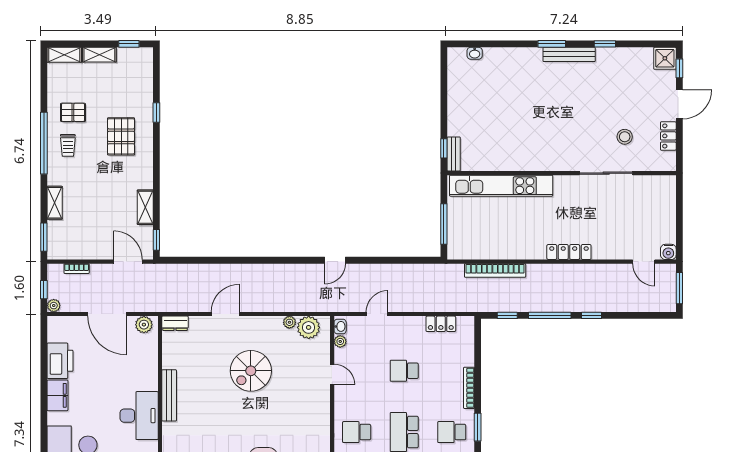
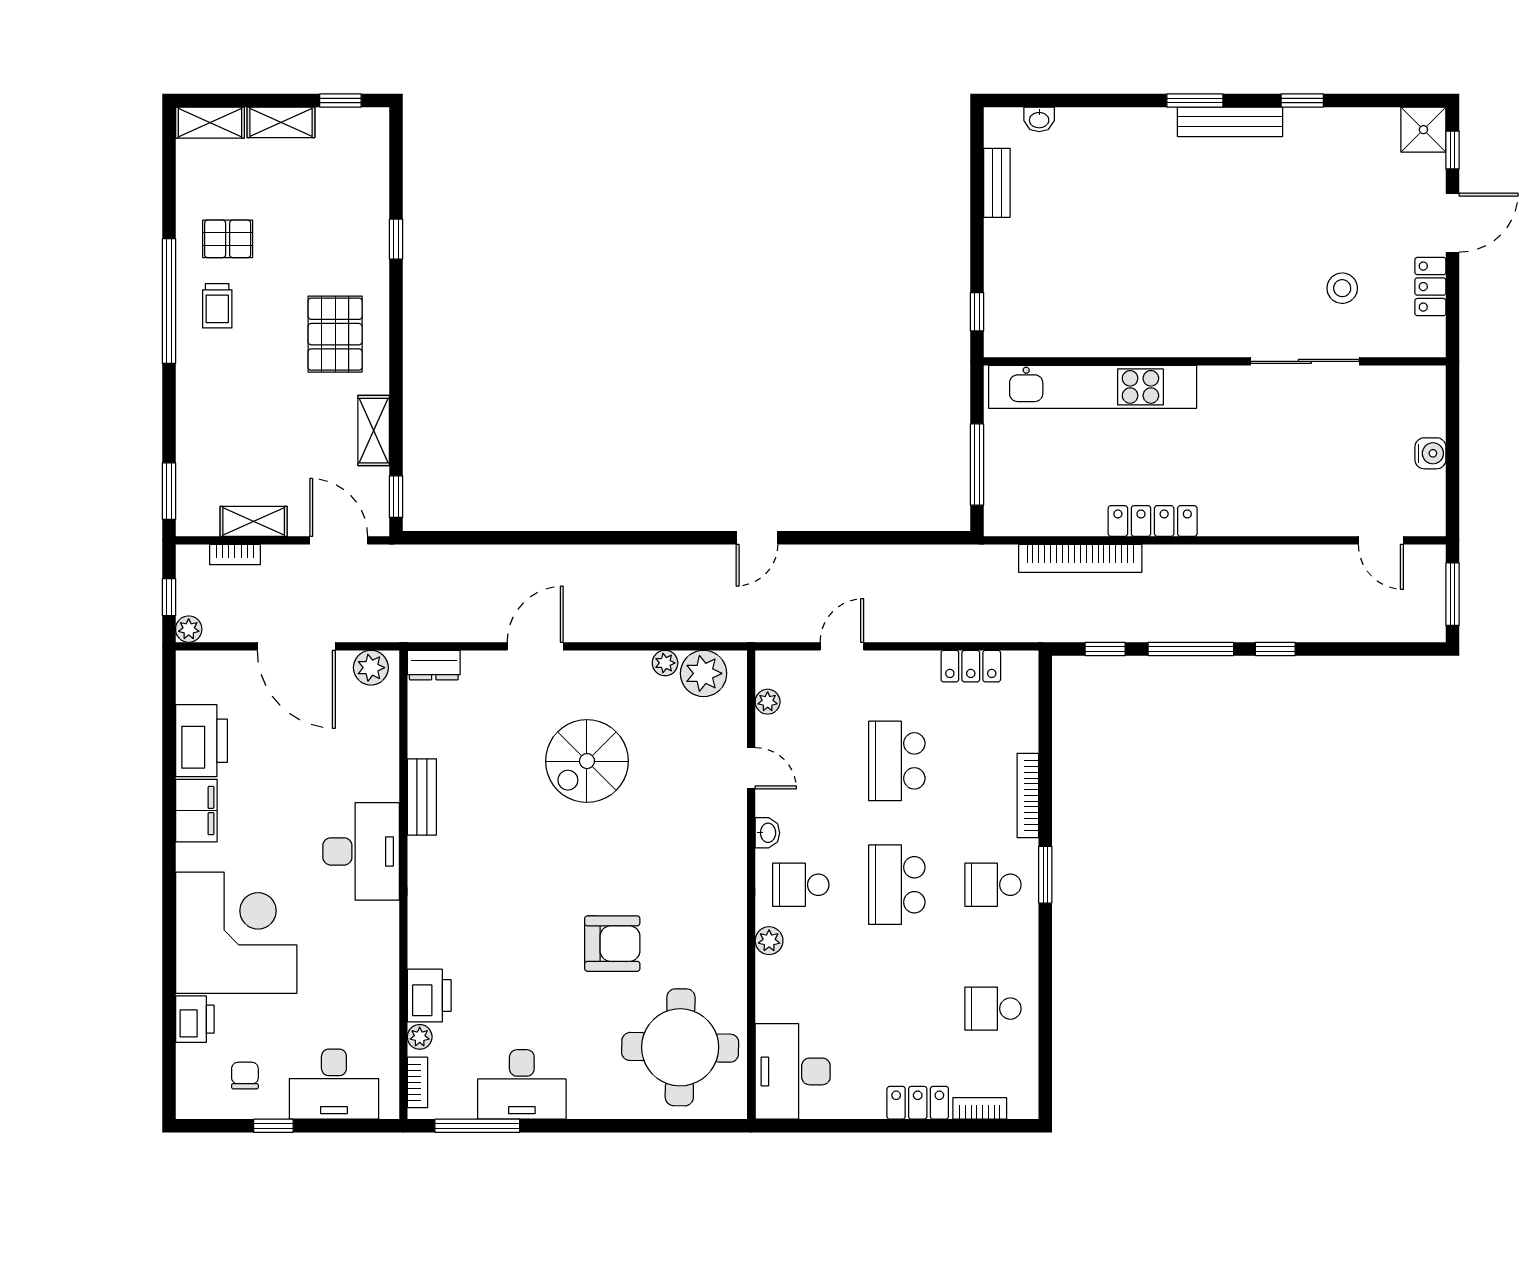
pallet: (121, 136) -> (335, 334), moved
bench: (454, 154) -> (997, 183), moved
shelving: (55, 203) -> (254, 521), moved, turned 90
locker: (569, 252) -> (1153, 521), moved
water cooler: (668, 252) -> (1430, 453), moved, turned -90
washbasin: (340, 326) -> (767, 833), moved
school desk: (404, 371) -> (897, 761), width x1.85
bench: (169, 395) -> (422, 797), width x0.73

